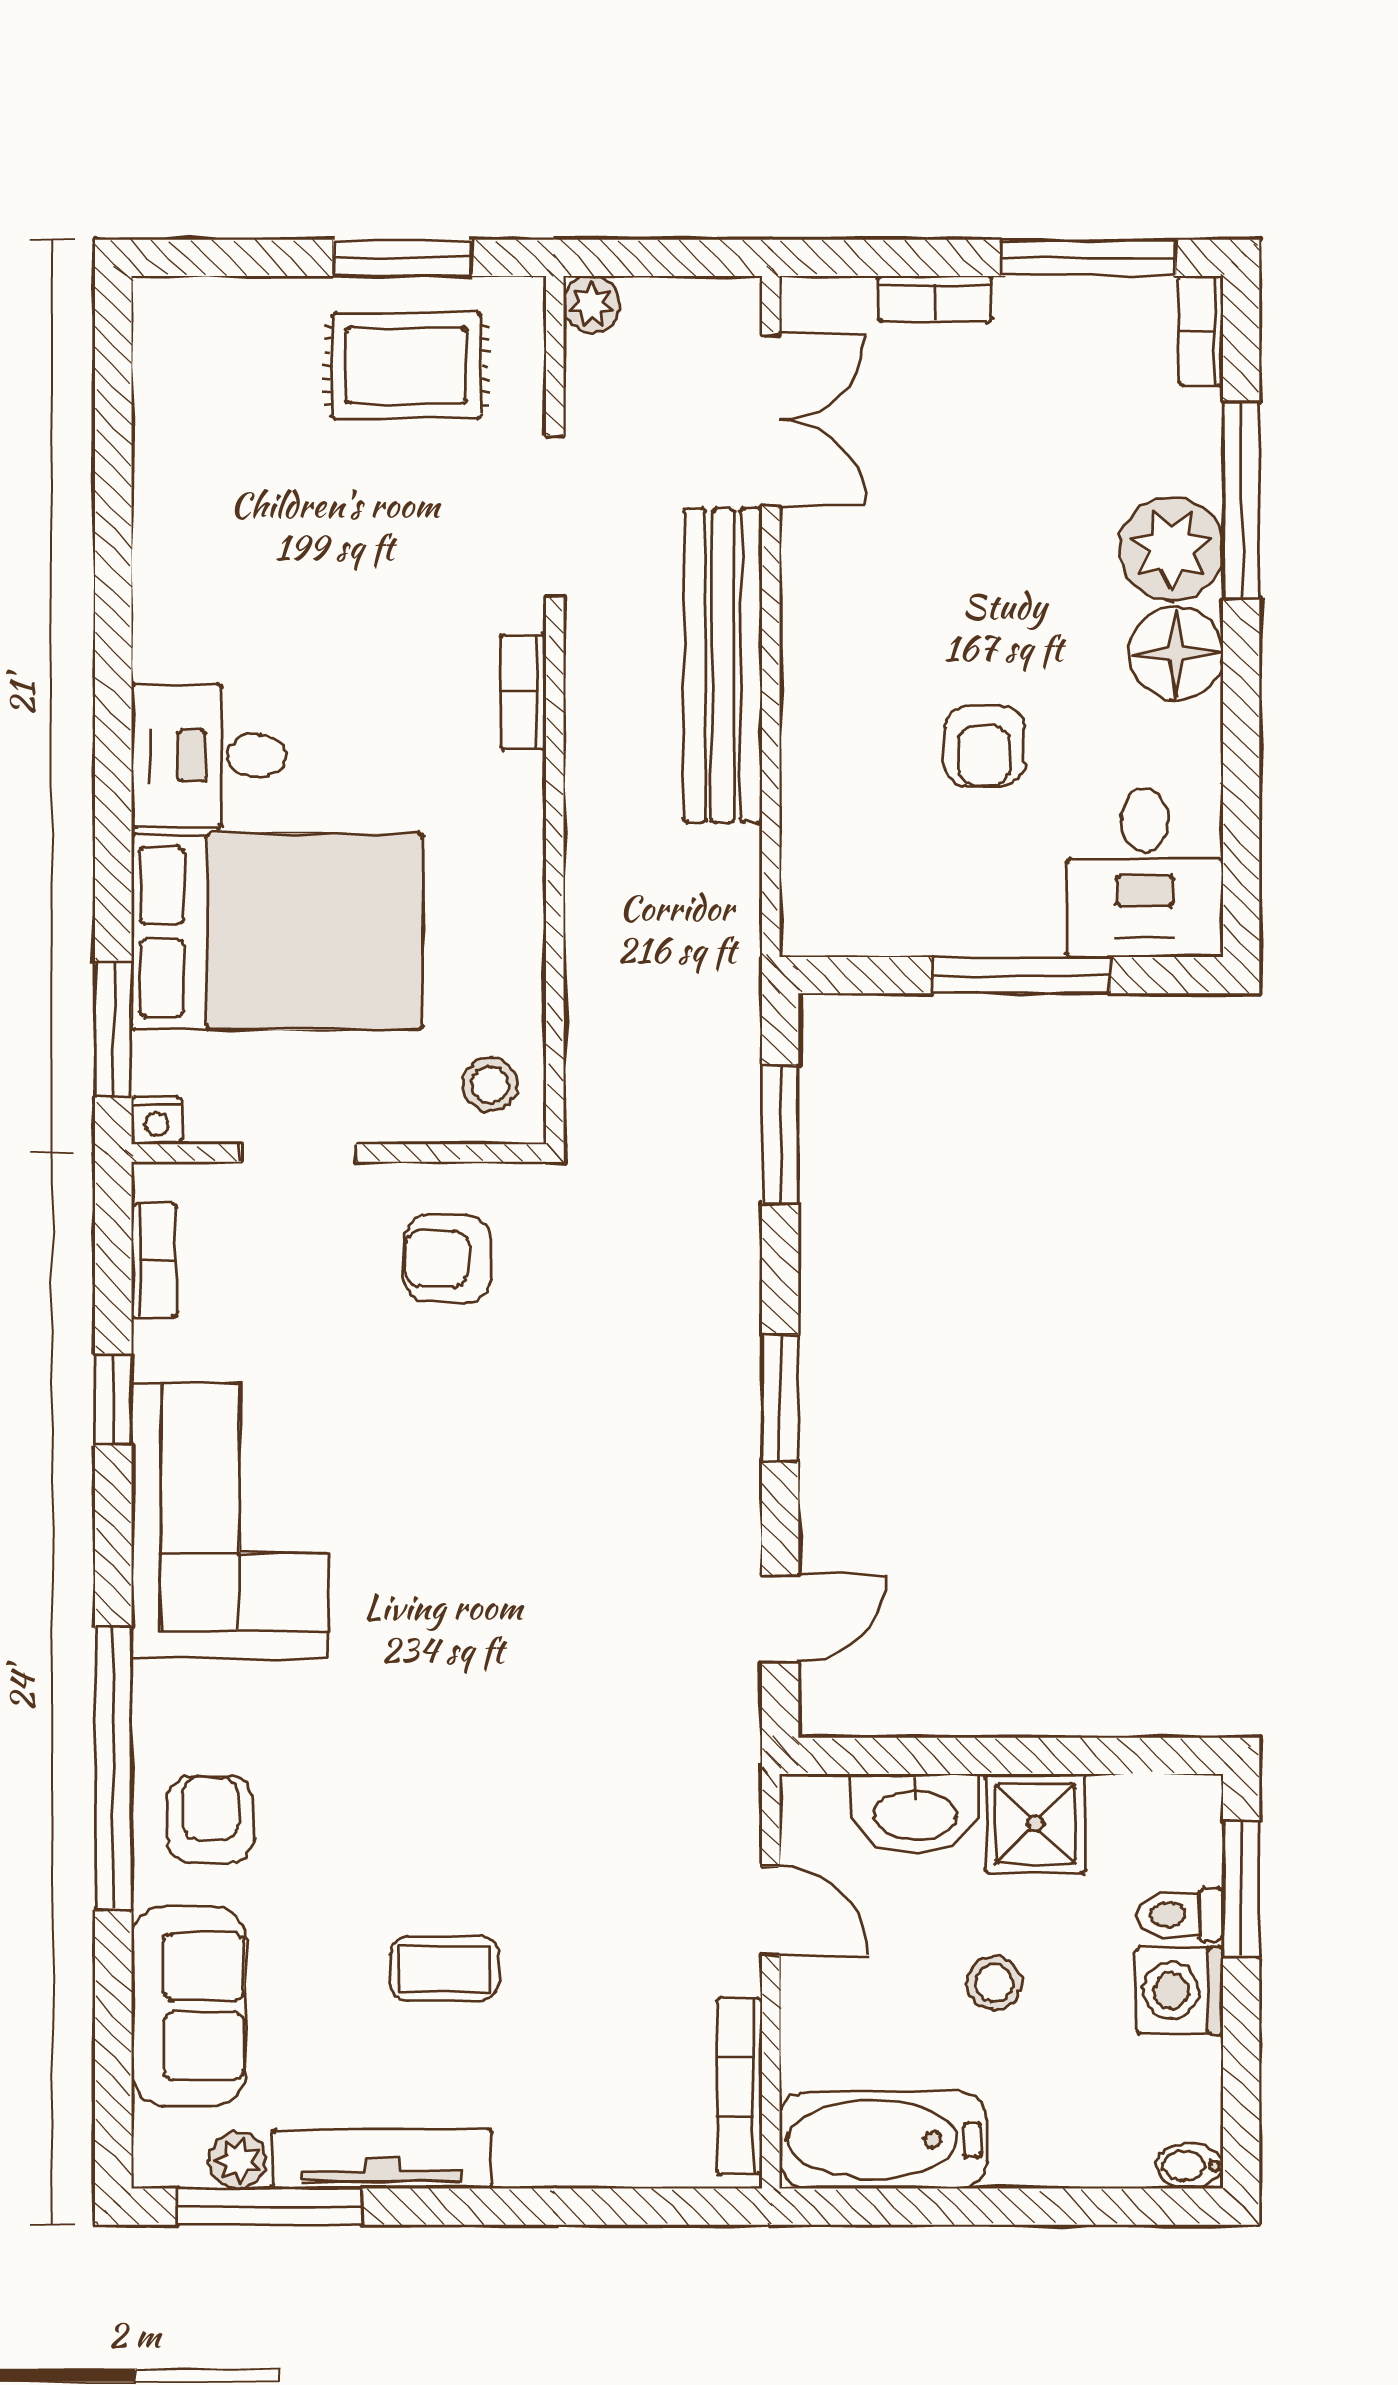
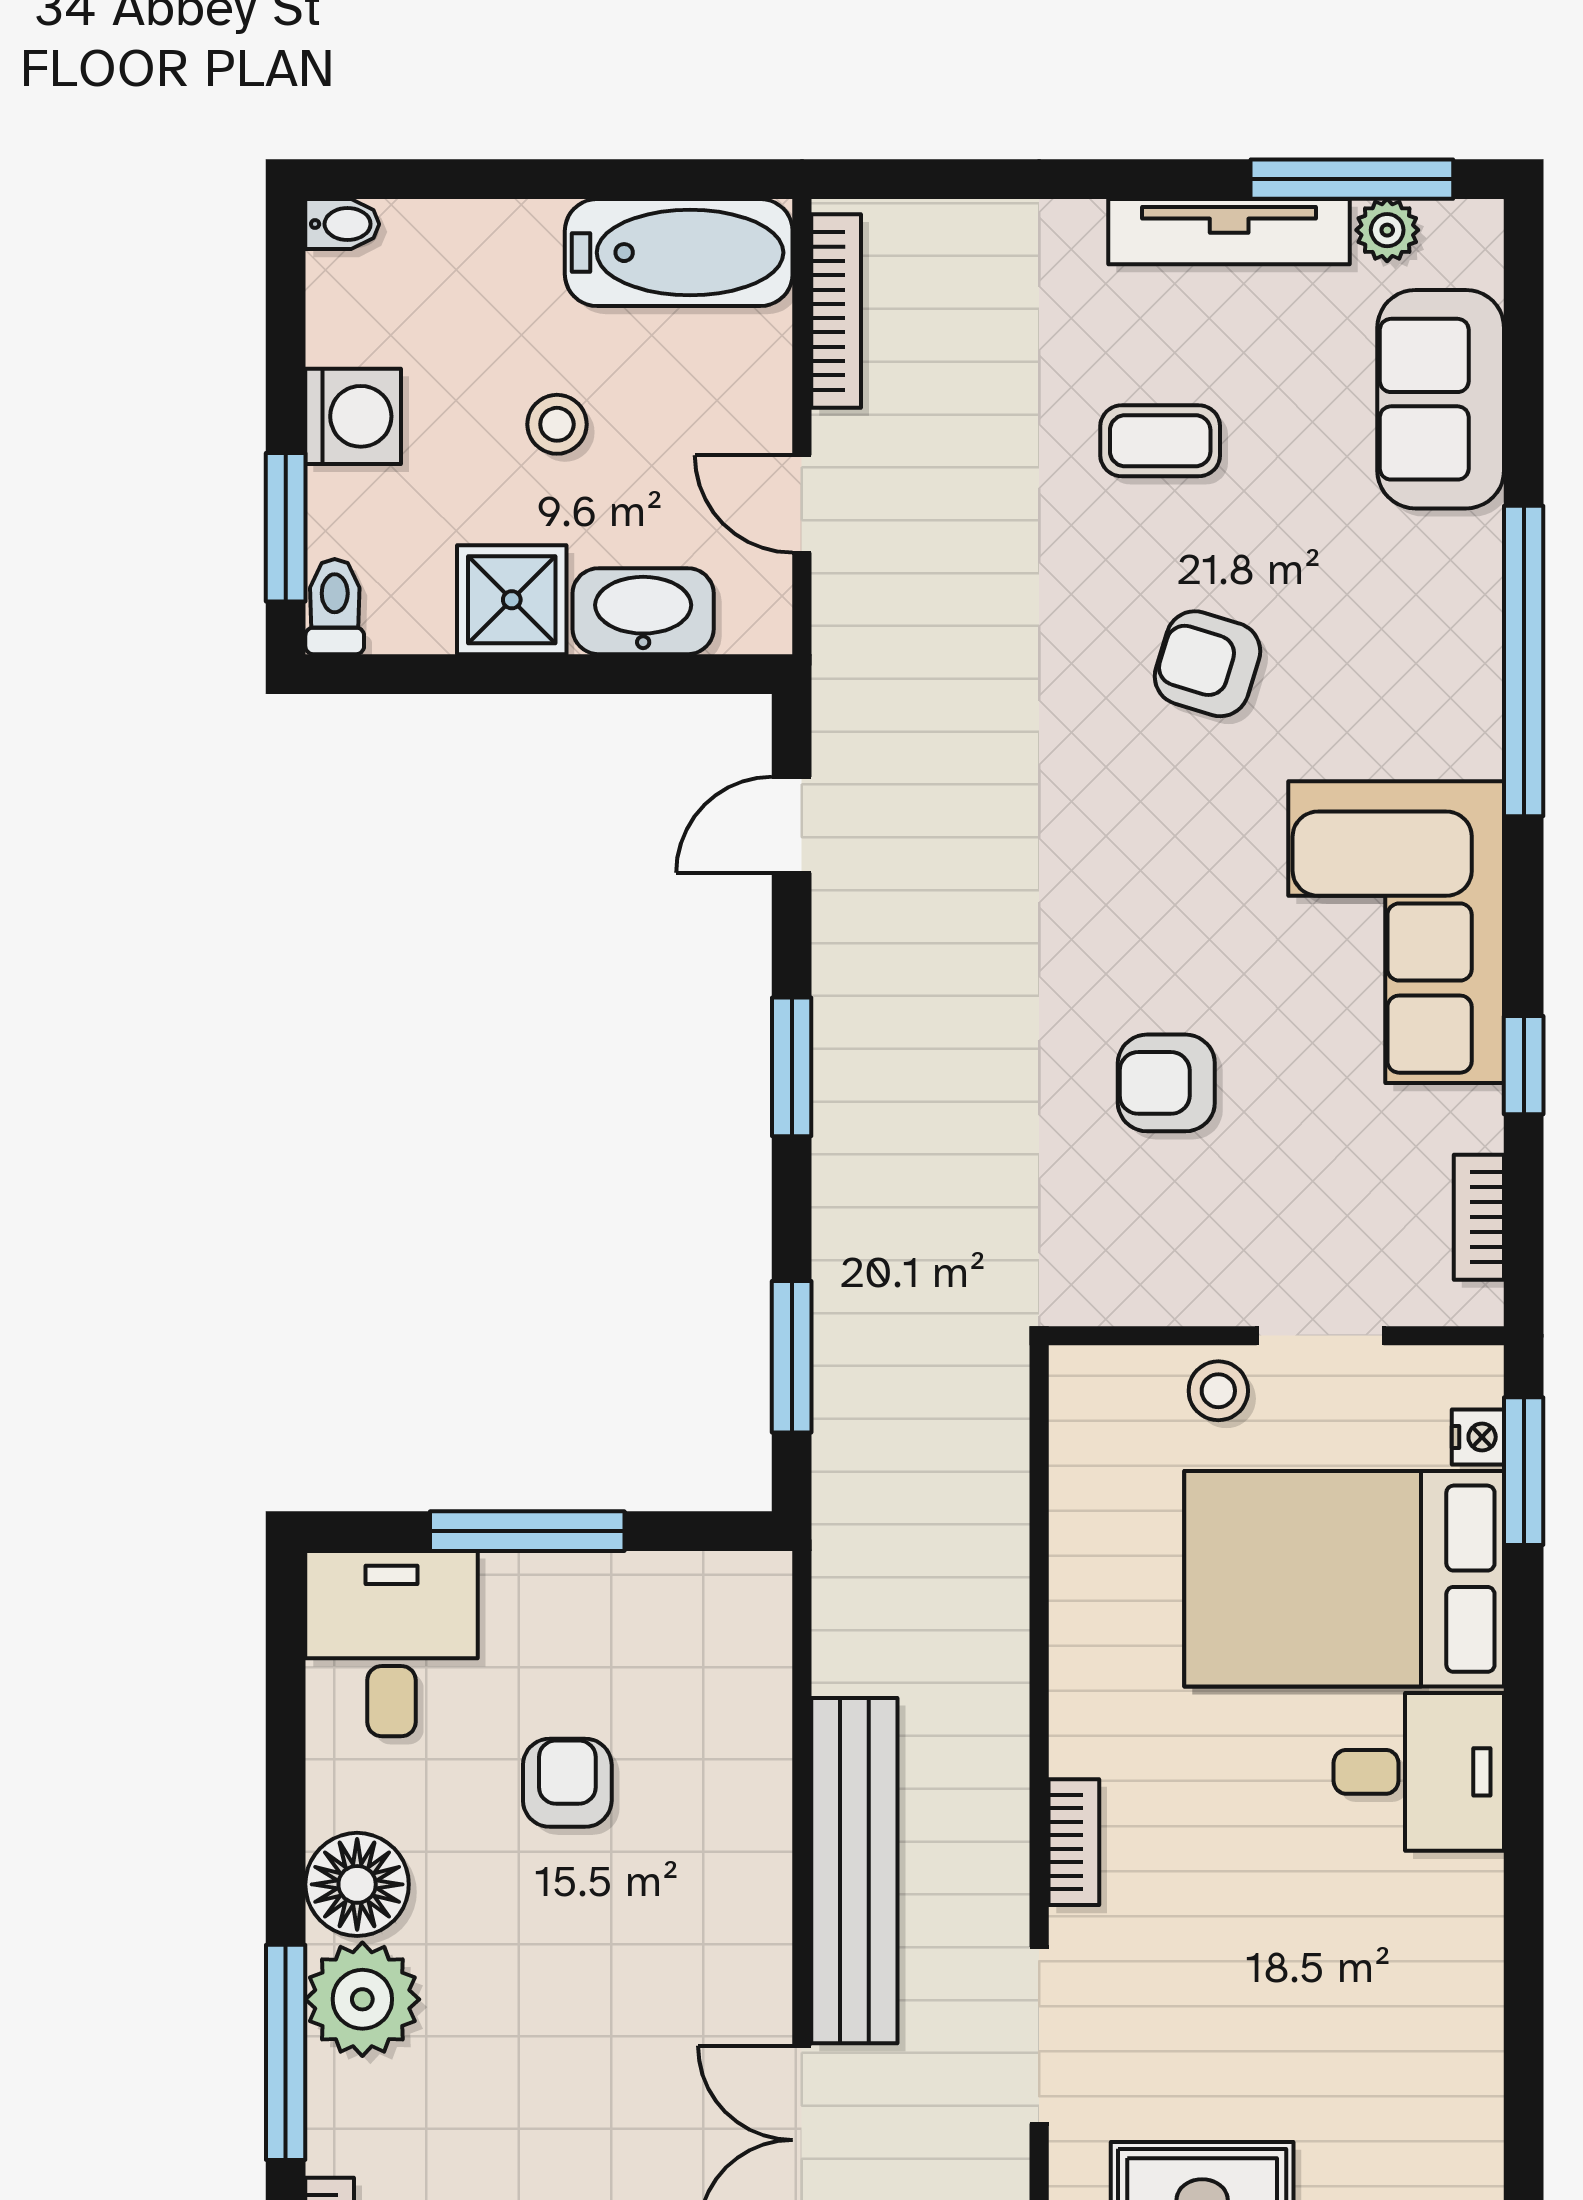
stool: (490, 1084) -> (1218, 1391), moved
nightstand: (156, 1121) -> (1478, 1437), moved, turned 90
armchair: (447, 1259) -> (1166, 1083), moved, turned 180
armchair: (210, 1820) -> (1207, 664), moved, turned 107
toilet: (1180, 1915) -> (335, 607), moved, turned -90

